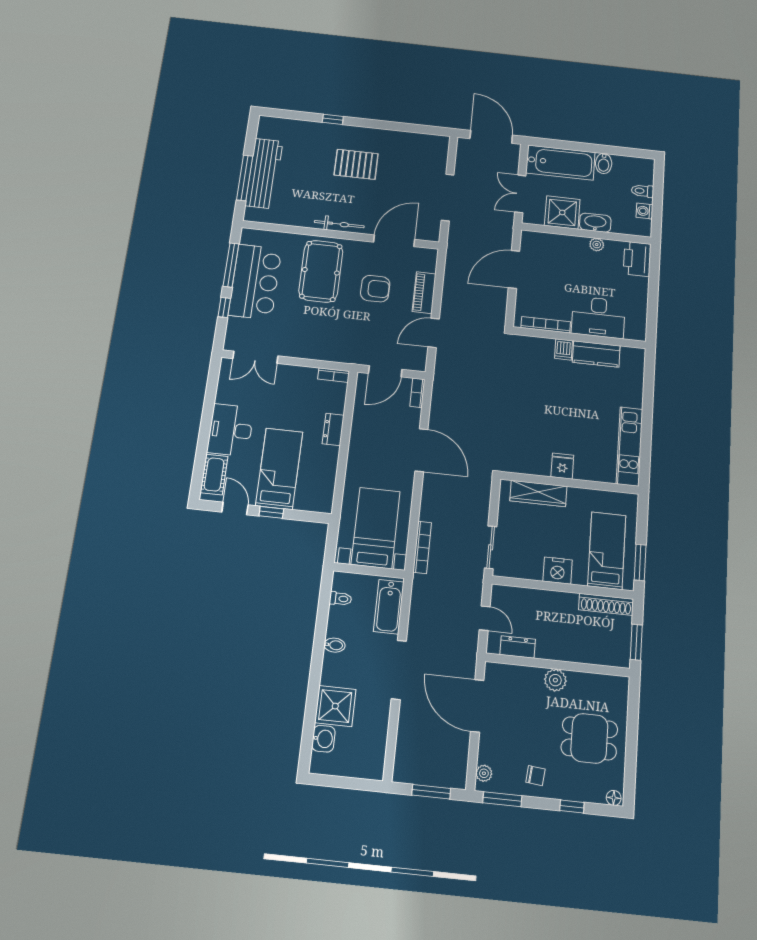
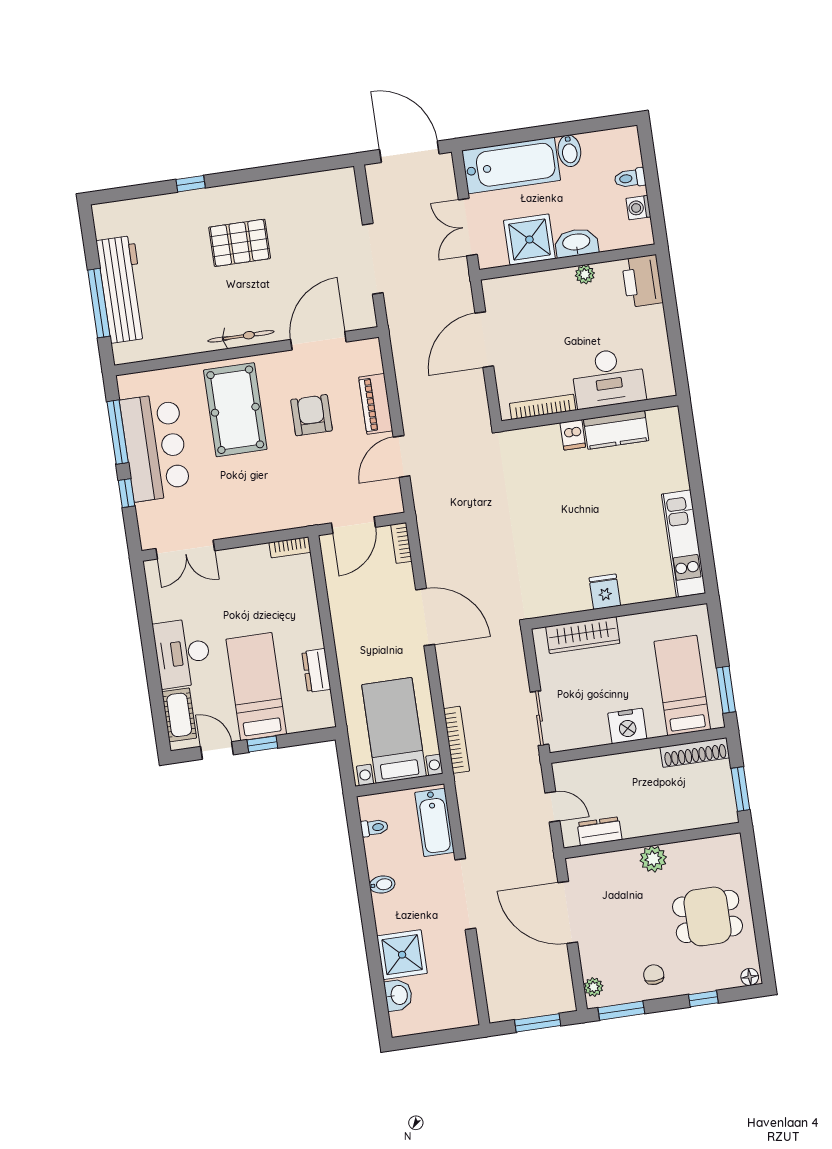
armchair: (375, 289) -> (311, 415), turned -90
dresser: (333, 429) -> (316, 670), moved
chair: (535, 776) -> (654, 975), turned -98

